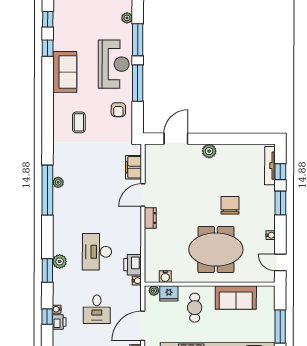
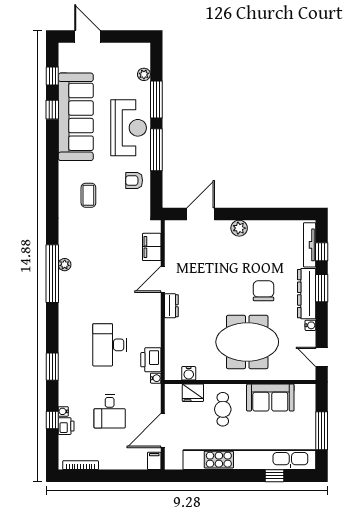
sofa: (65, 72) -> (76, 117), width x1.85, depth x1.27
armchair: (118, 110) -> (134, 180), turned 90
dresser: (267, 208) -> (307, 294), added
plant: (60, 261) -> (67, 356), removed
plant: (154, 291) -> (176, 390), removed

